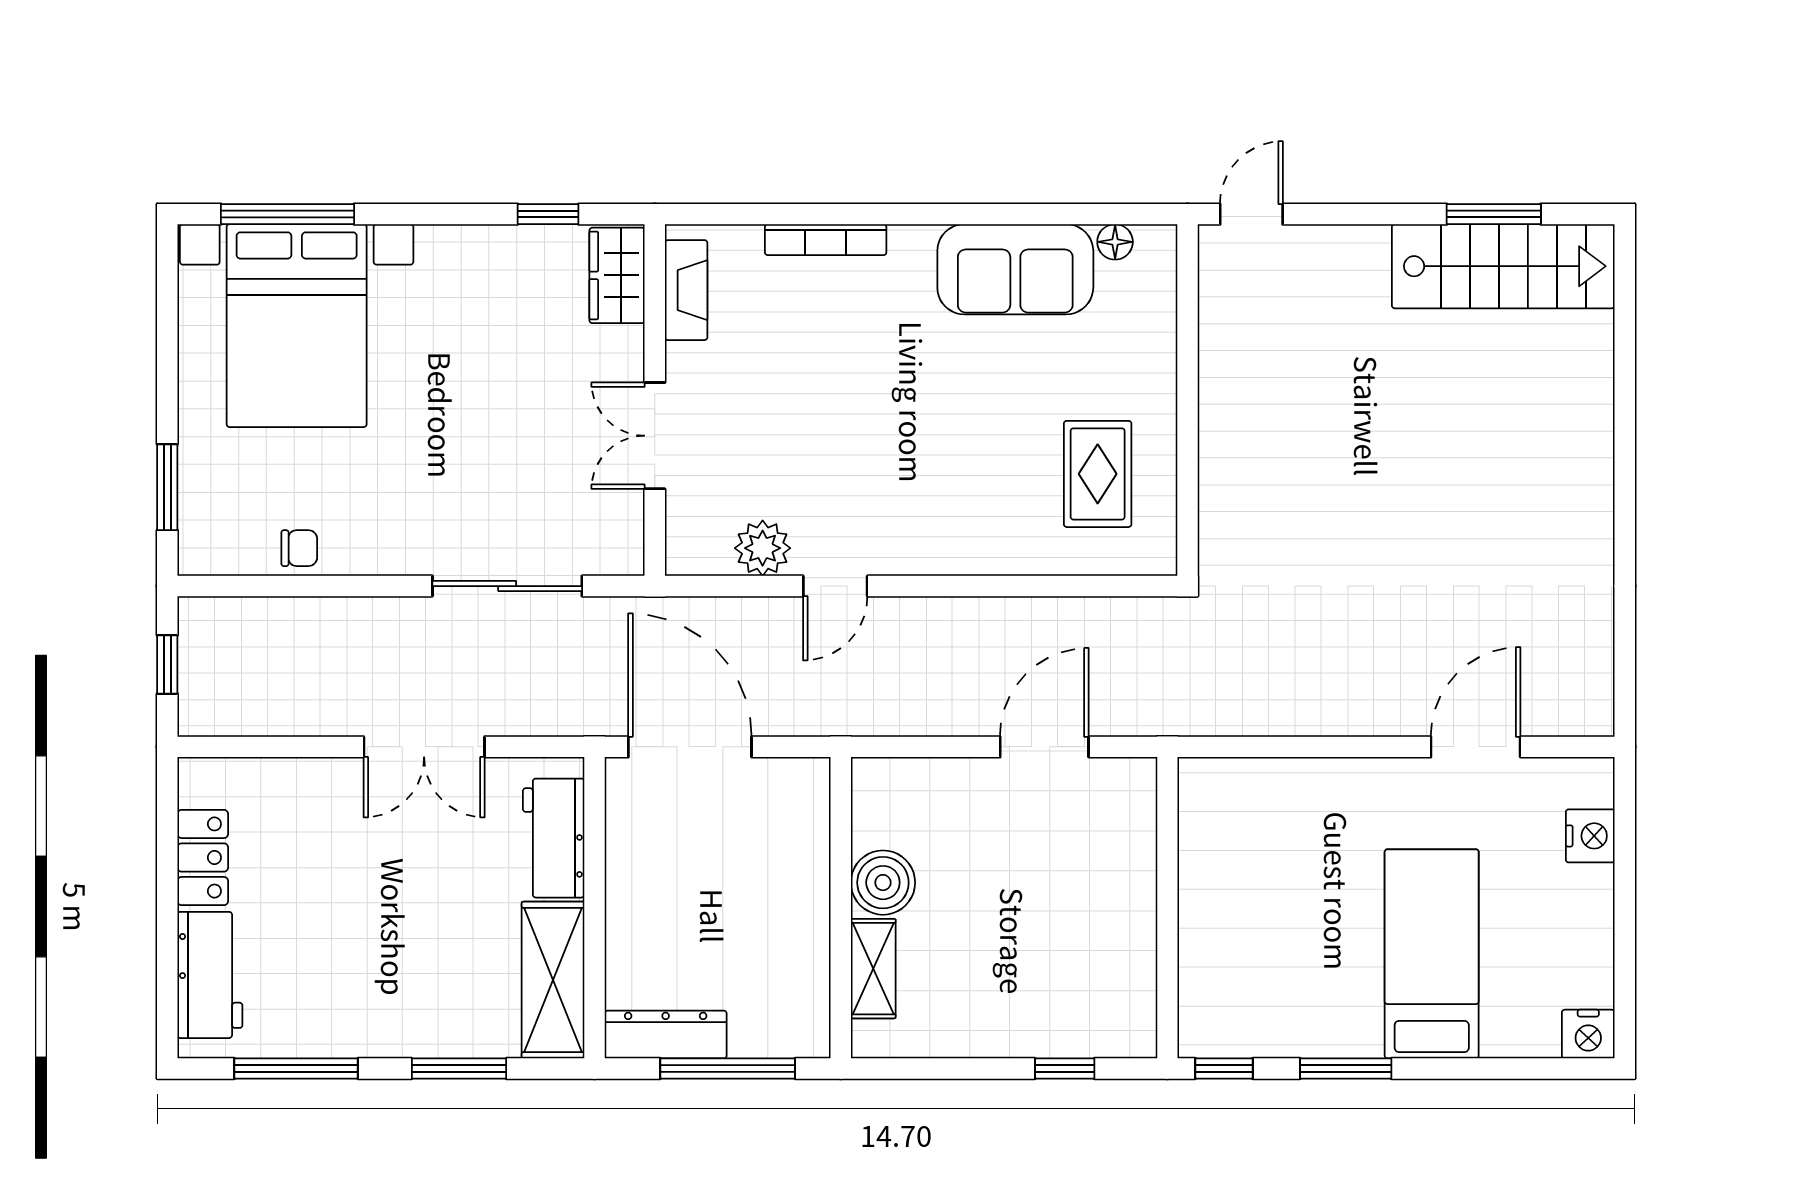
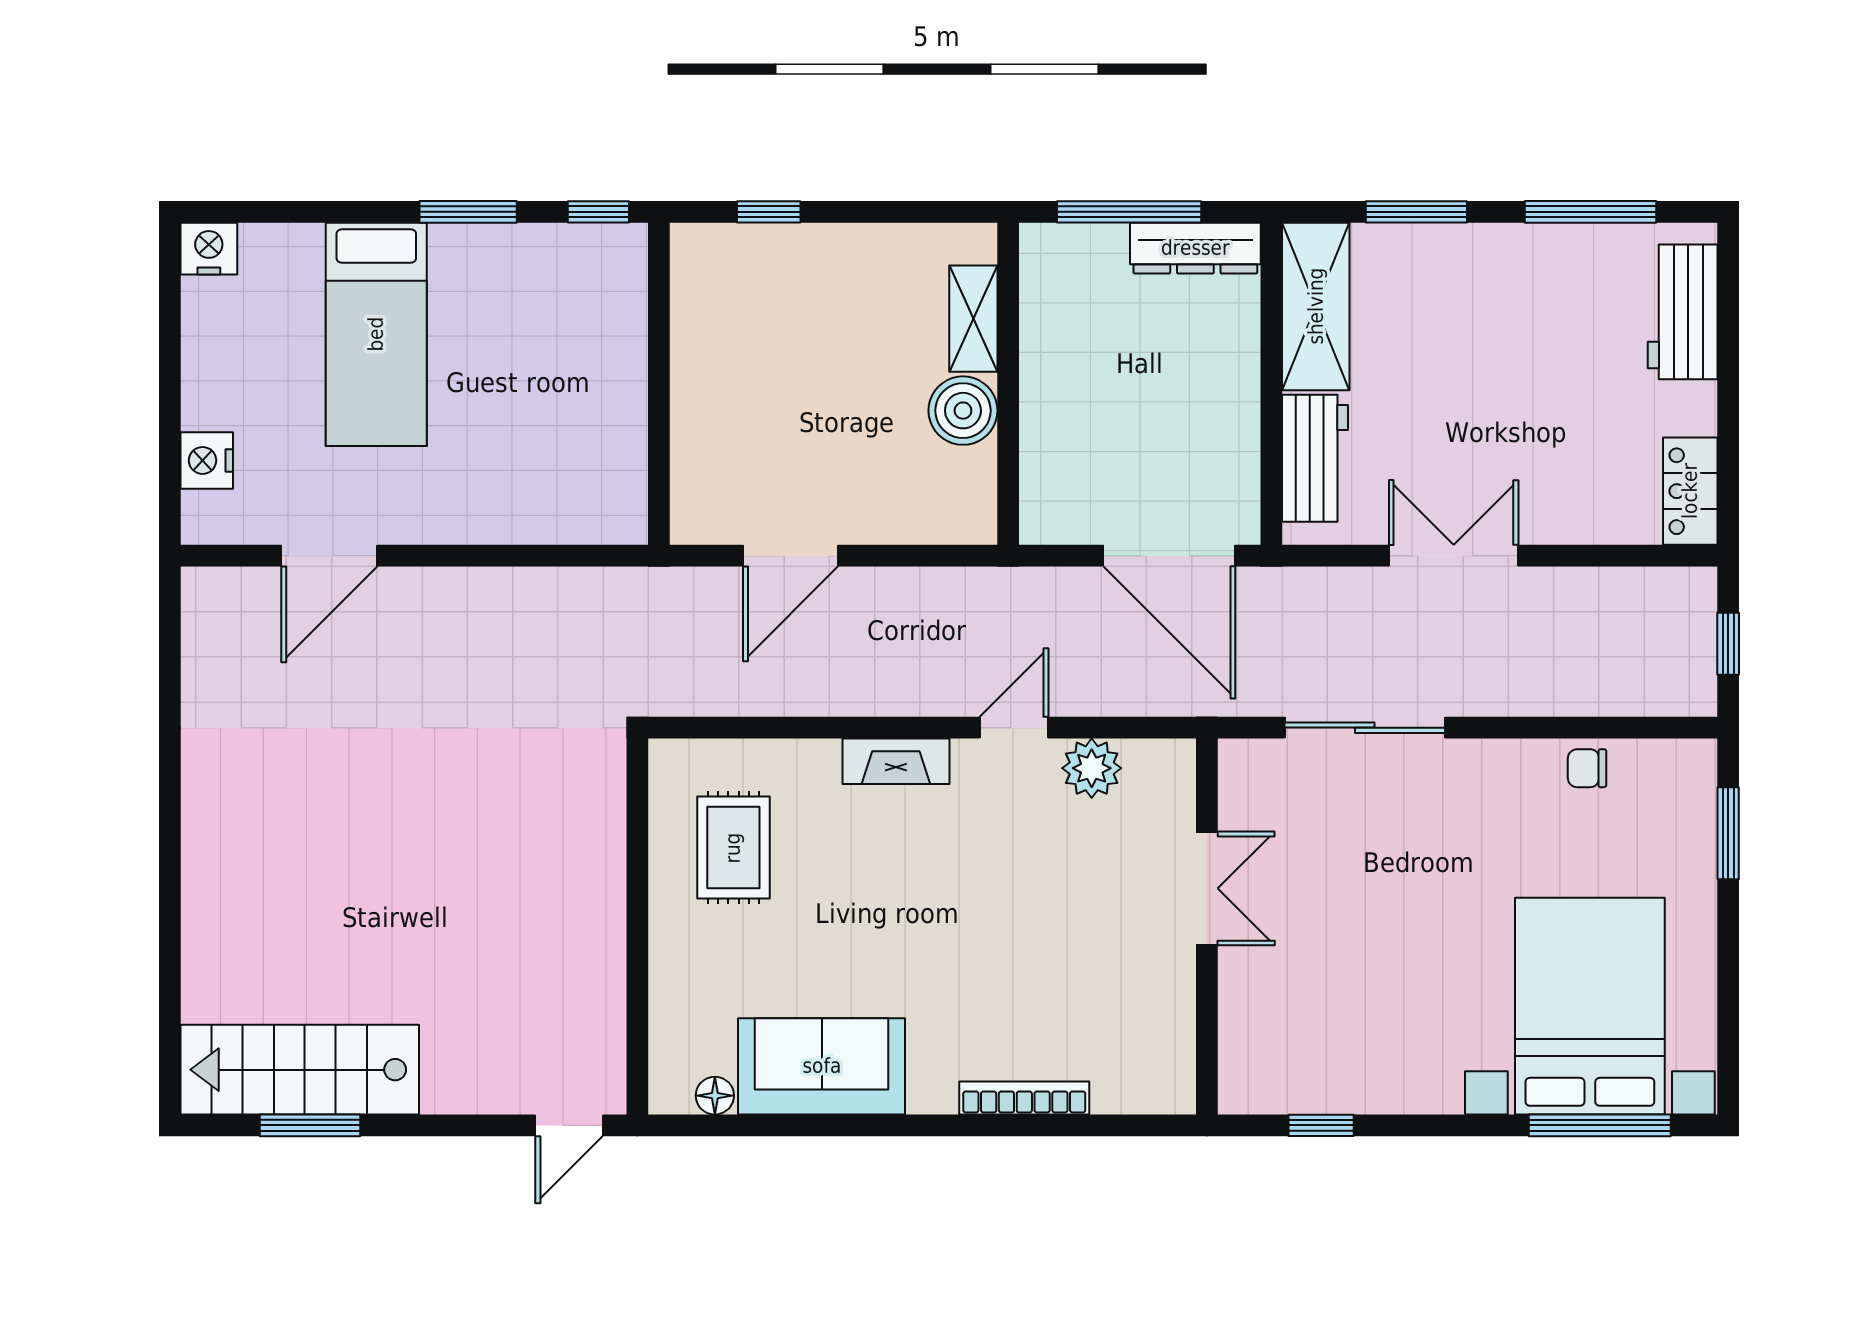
wardrobe: (617, 275) -> (1247, 1060), removed
fireplace: (686, 290) -> (896, 761), moved, turned -90
locker: (203, 858) -> (1690, 491), moved

